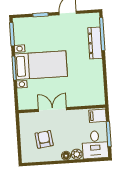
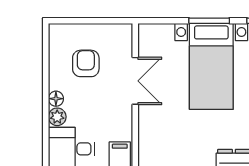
armchair: (44, 139) -> (86, 63), turned -83

